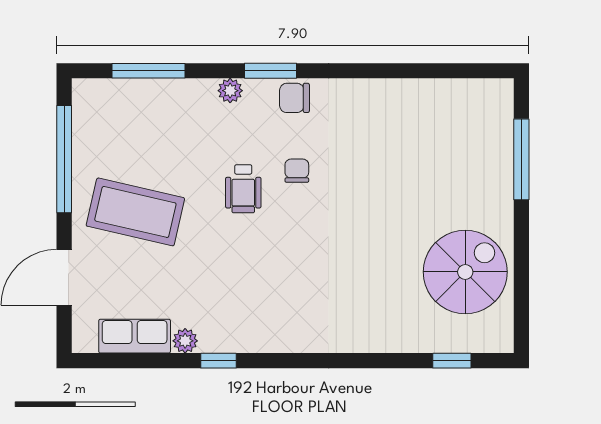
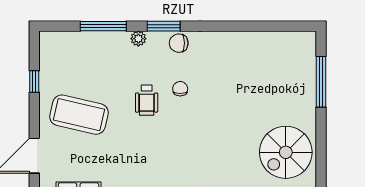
window: (149, 71) -> (103, 26), moved
window: (64, 159) -> (34, 81), width x0.32
spiral stairs: (465, 272) -> (286, 152), turned 180

